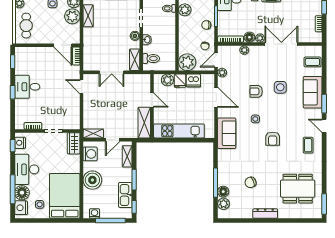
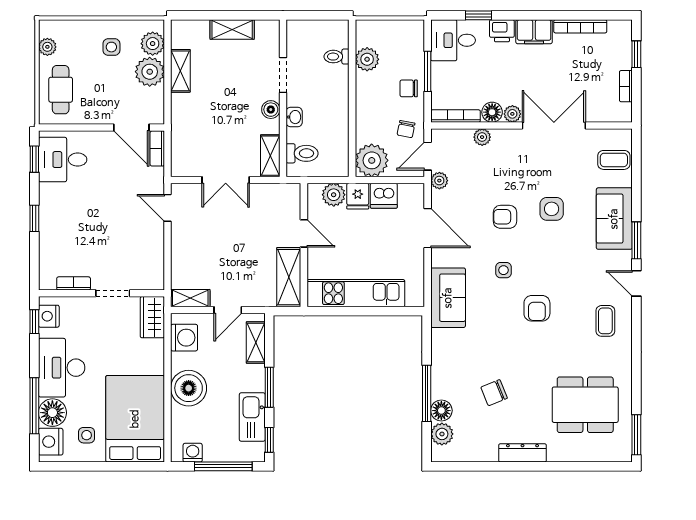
desk: (27, 87) -> (63, 160), moved

